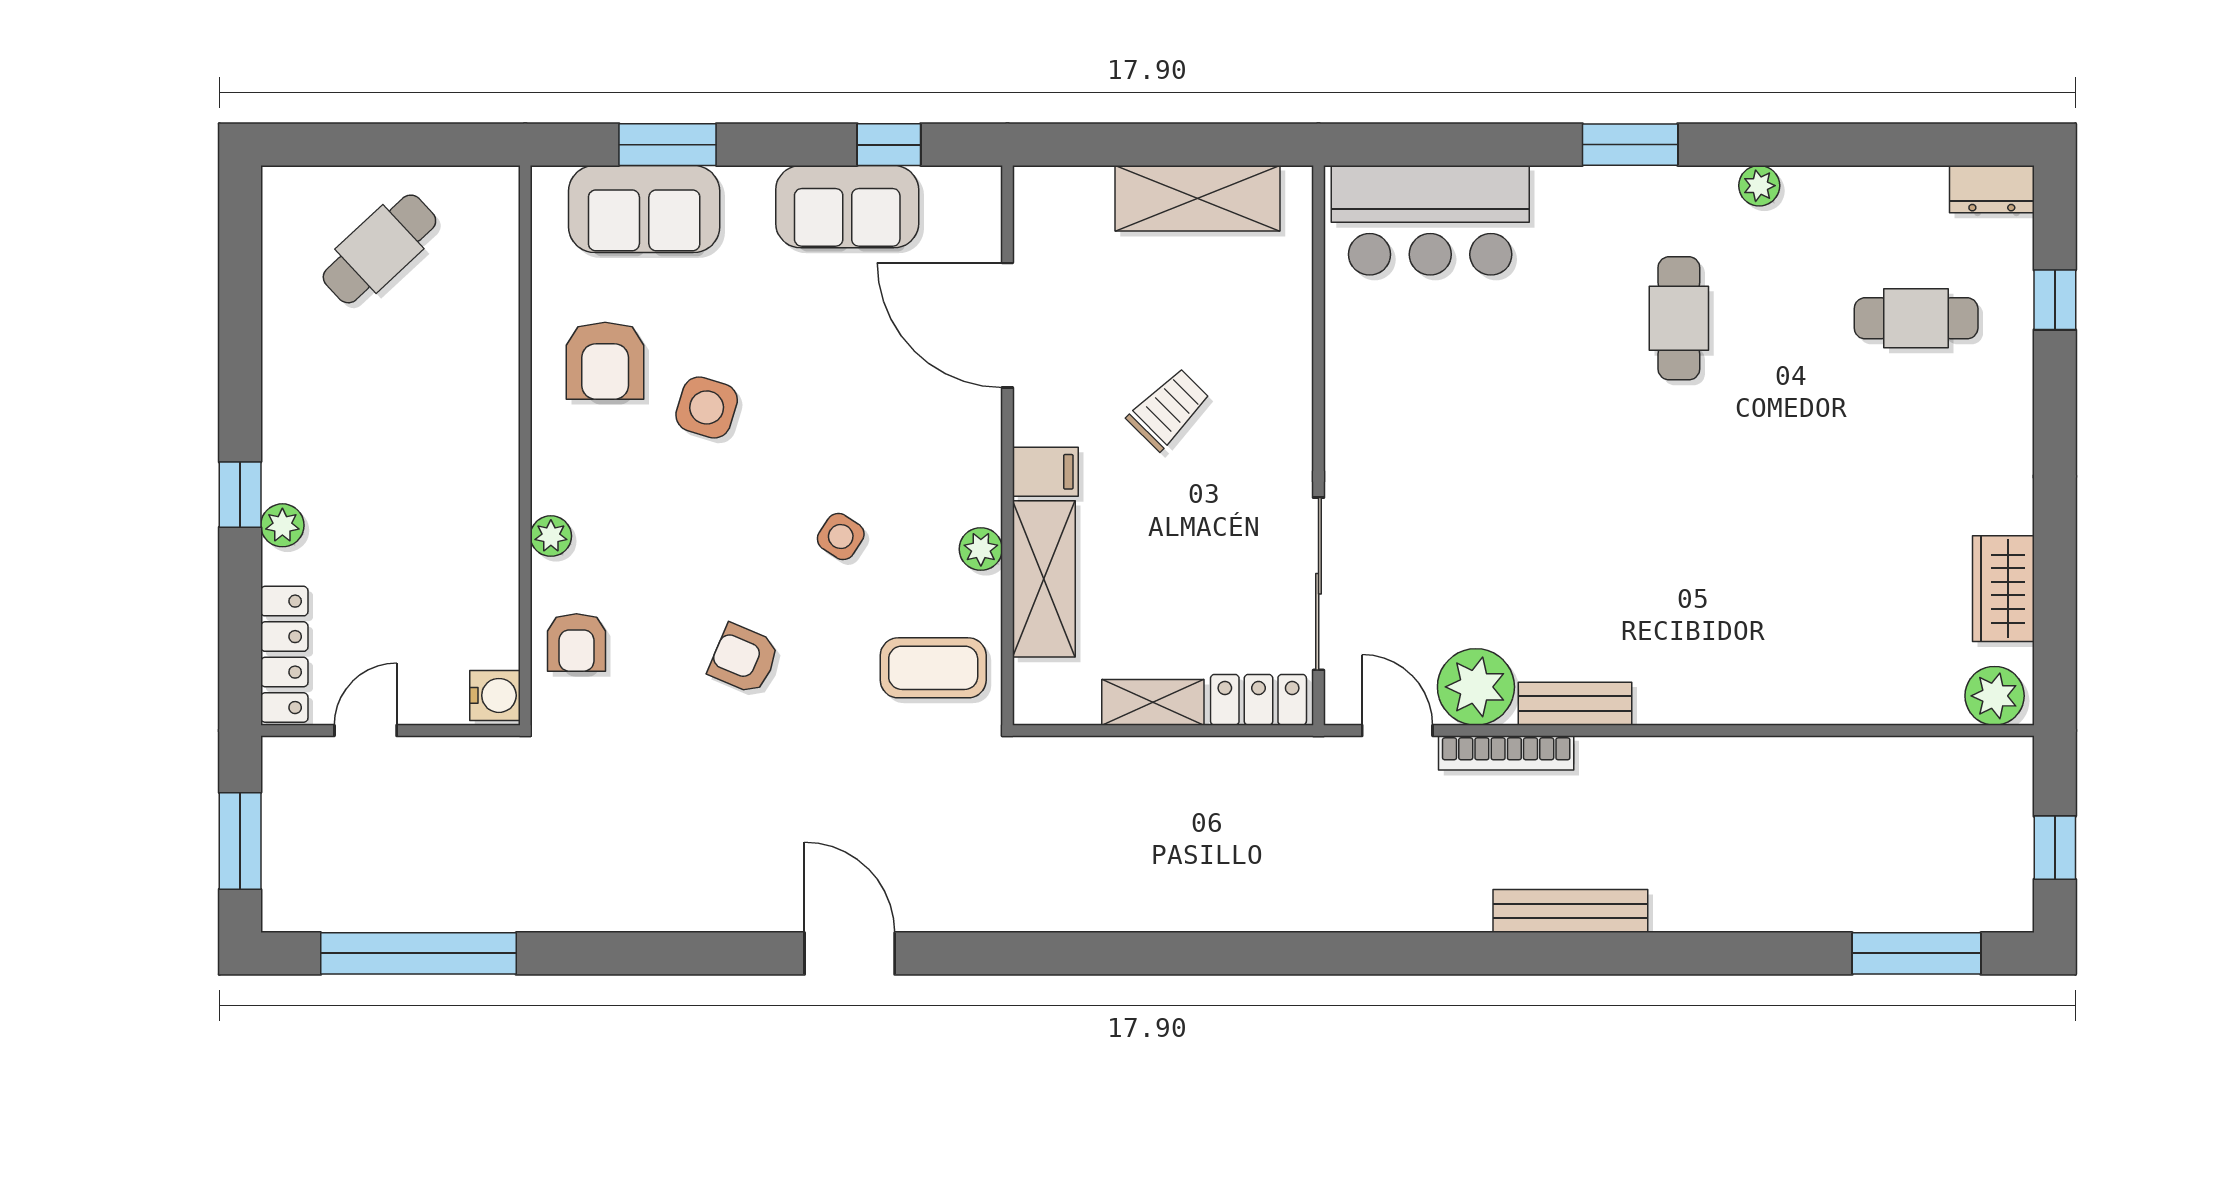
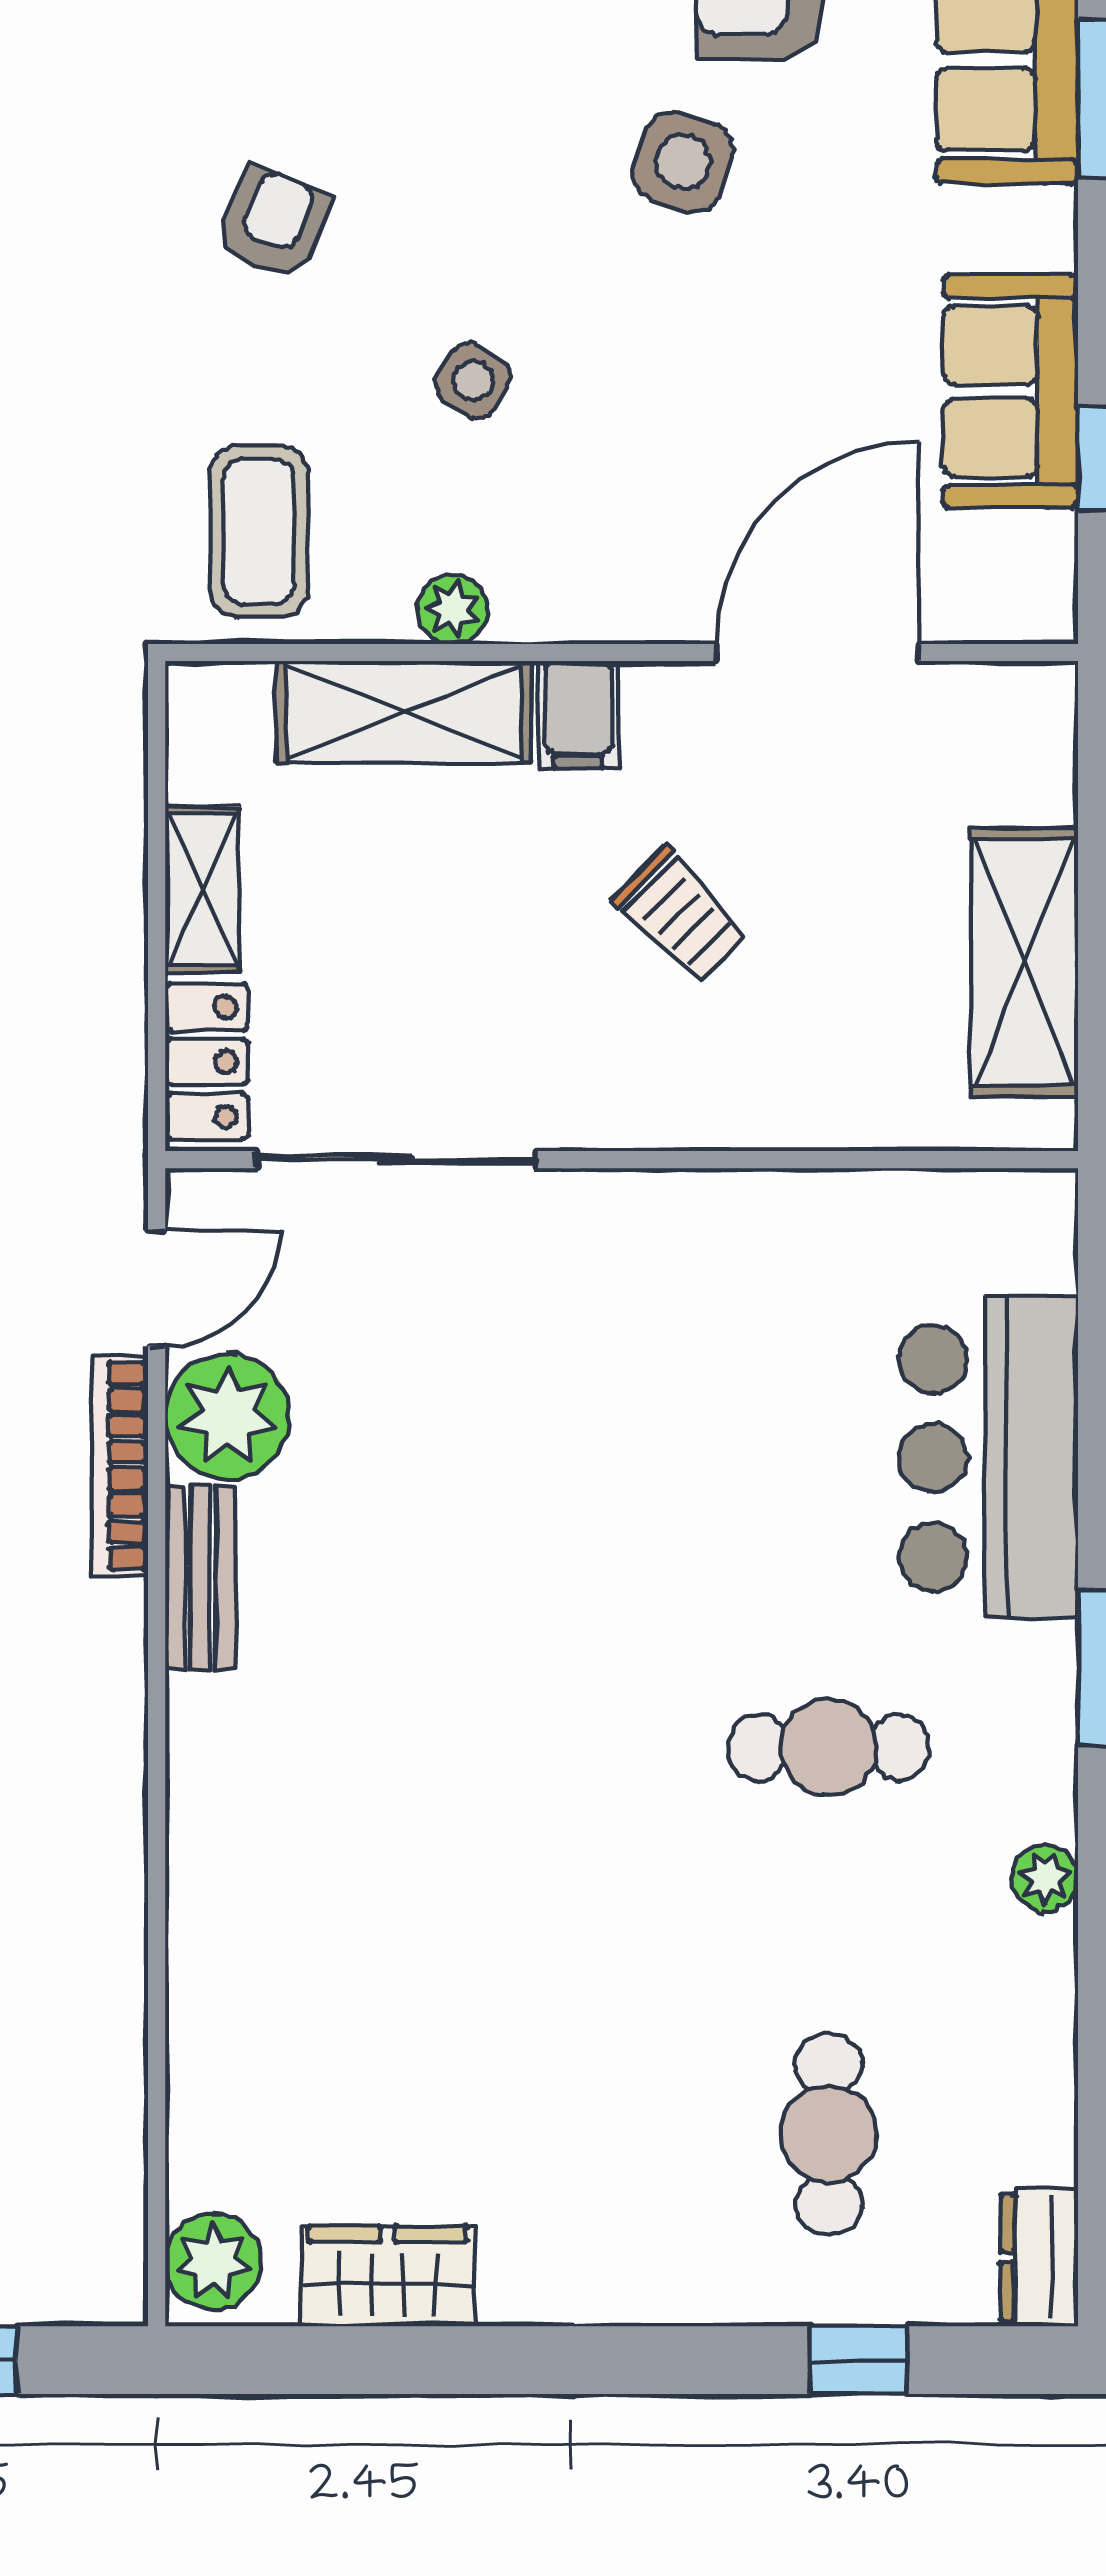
bar counter: (1430, 220) -> (988, 1458), moved

